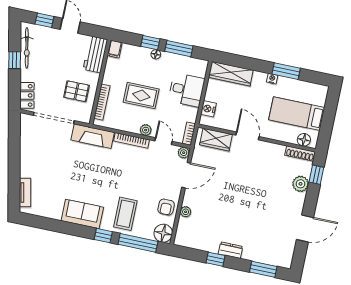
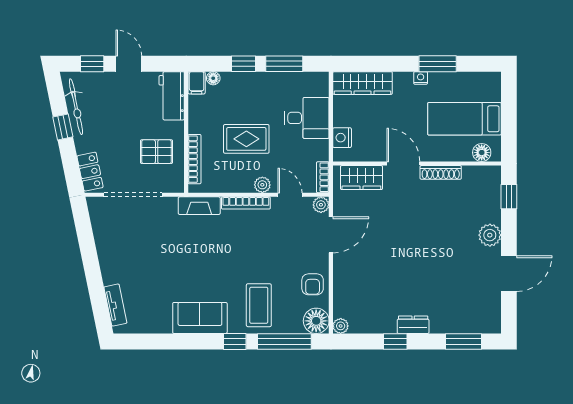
floor lamp: (156, 54) -> (213, 78), moved
fireplace: (93, 136) -> (199, 206), width x0.73, depth x0.76
shoe rack: (300, 154) -> (441, 172), moved
plant: (301, 184) -> (490, 235), moved
plant: (186, 212) -> (341, 326), moved

